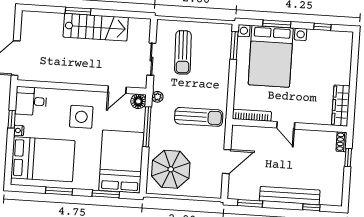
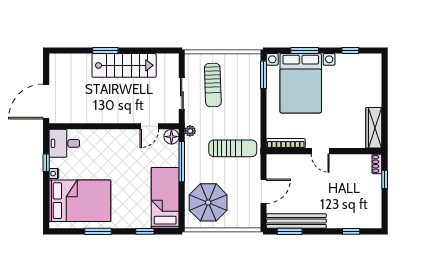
side table: (81, 117) -> (116, 156), removed
bed: (121, 161) -> (165, 198), width x0.67
window: (106, 194) -> (145, 231), width x0.67
bench: (290, 196) -> (296, 221), moved

